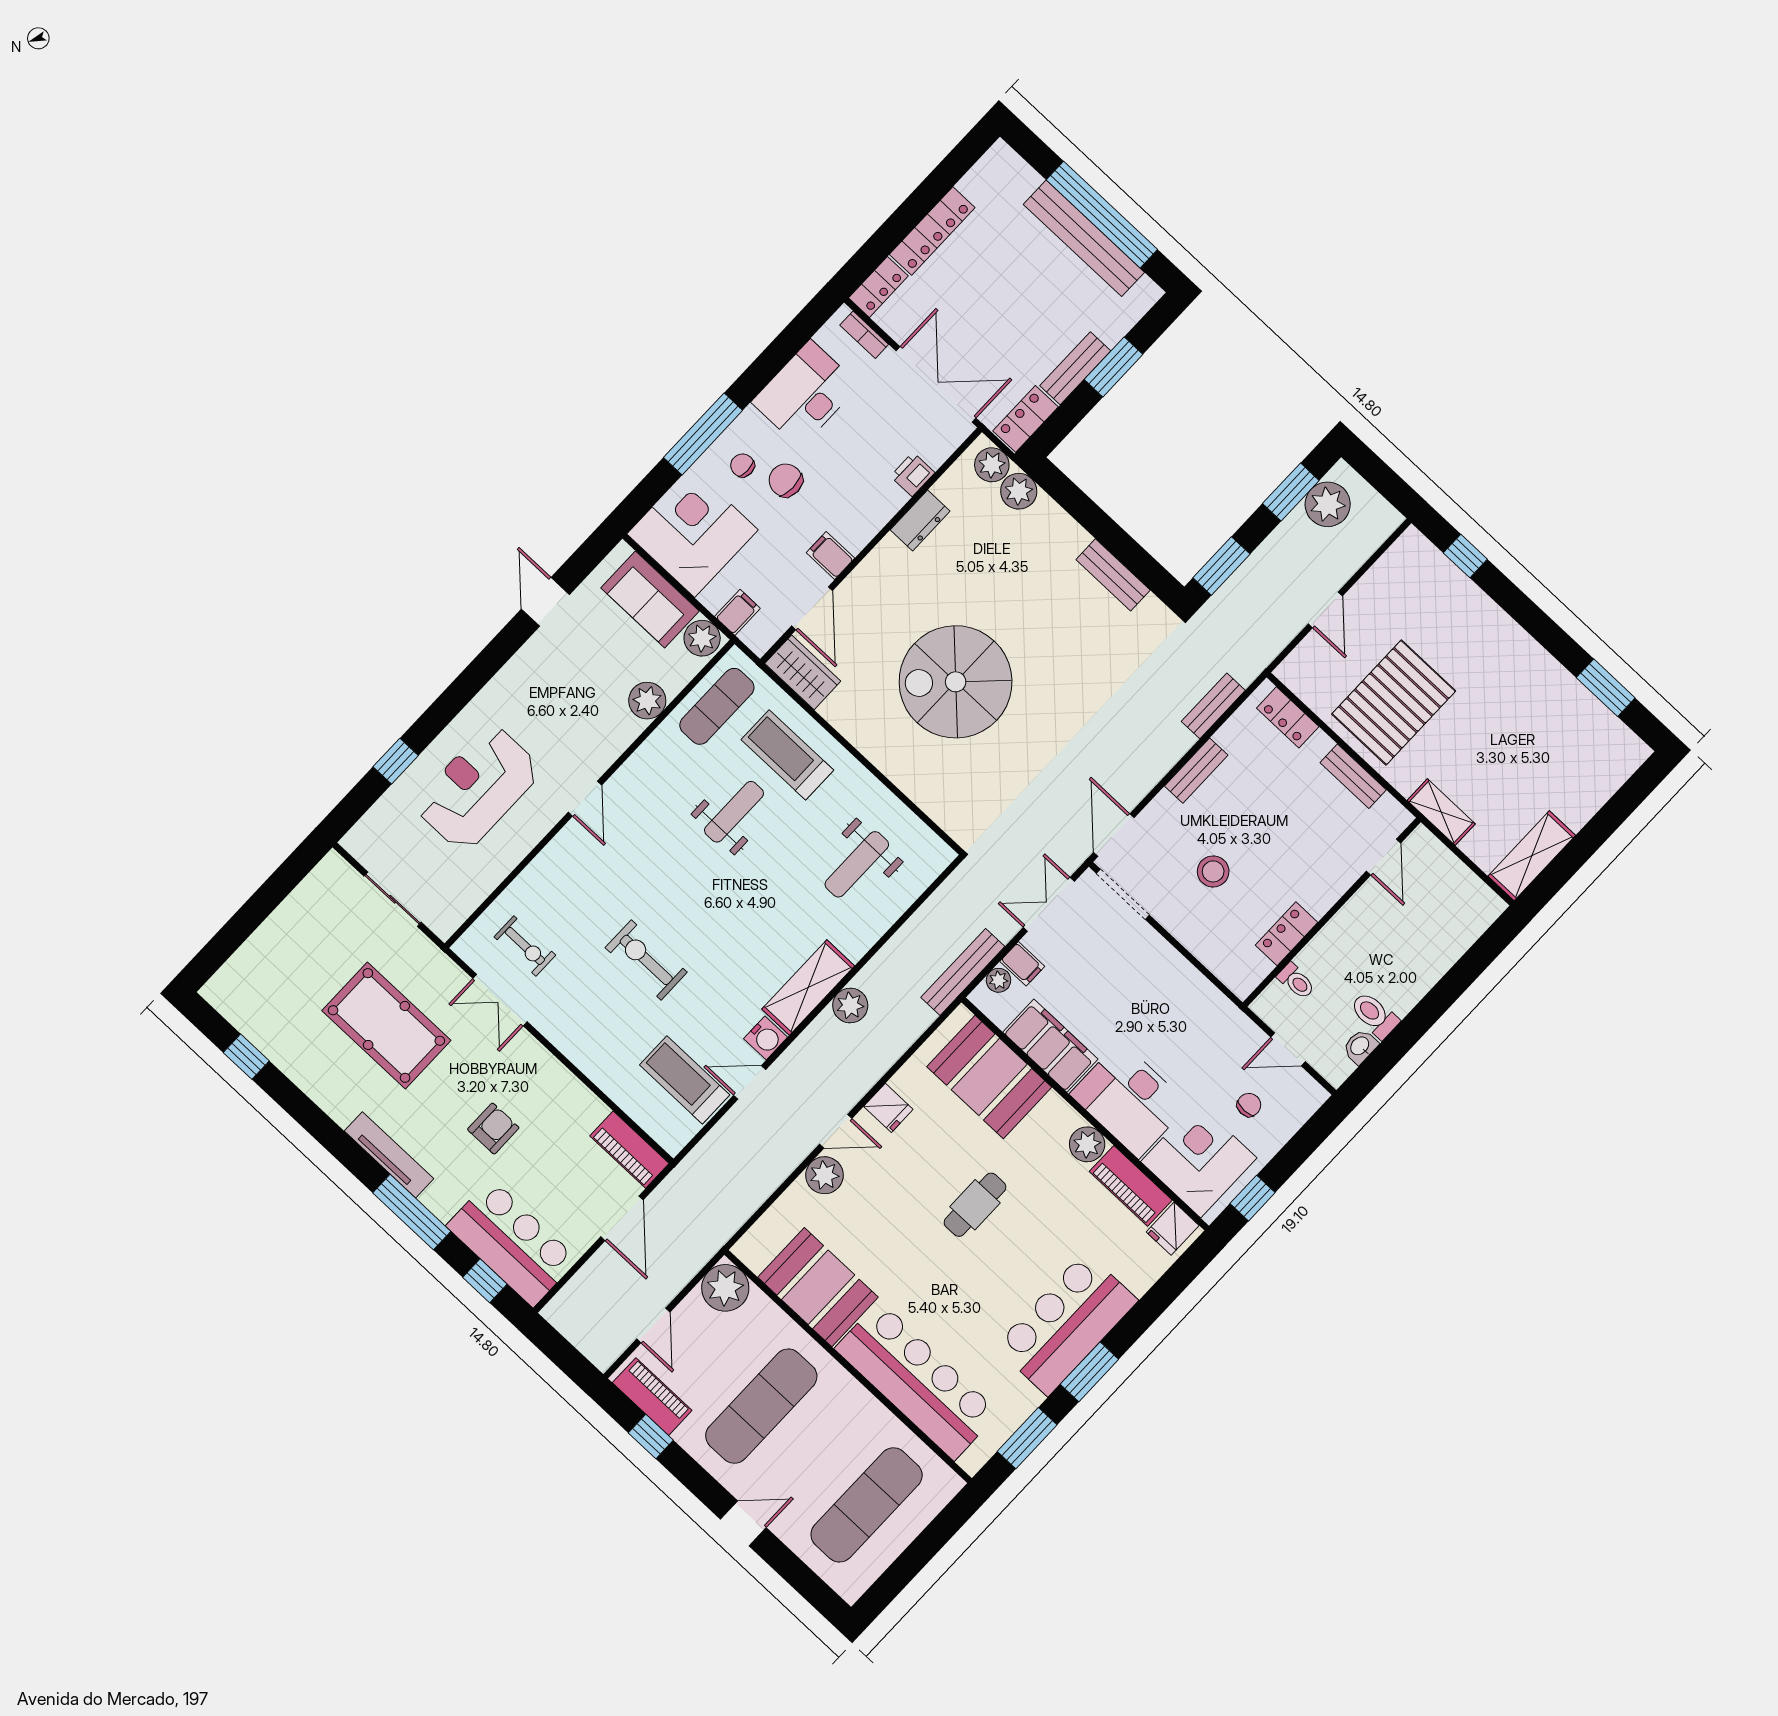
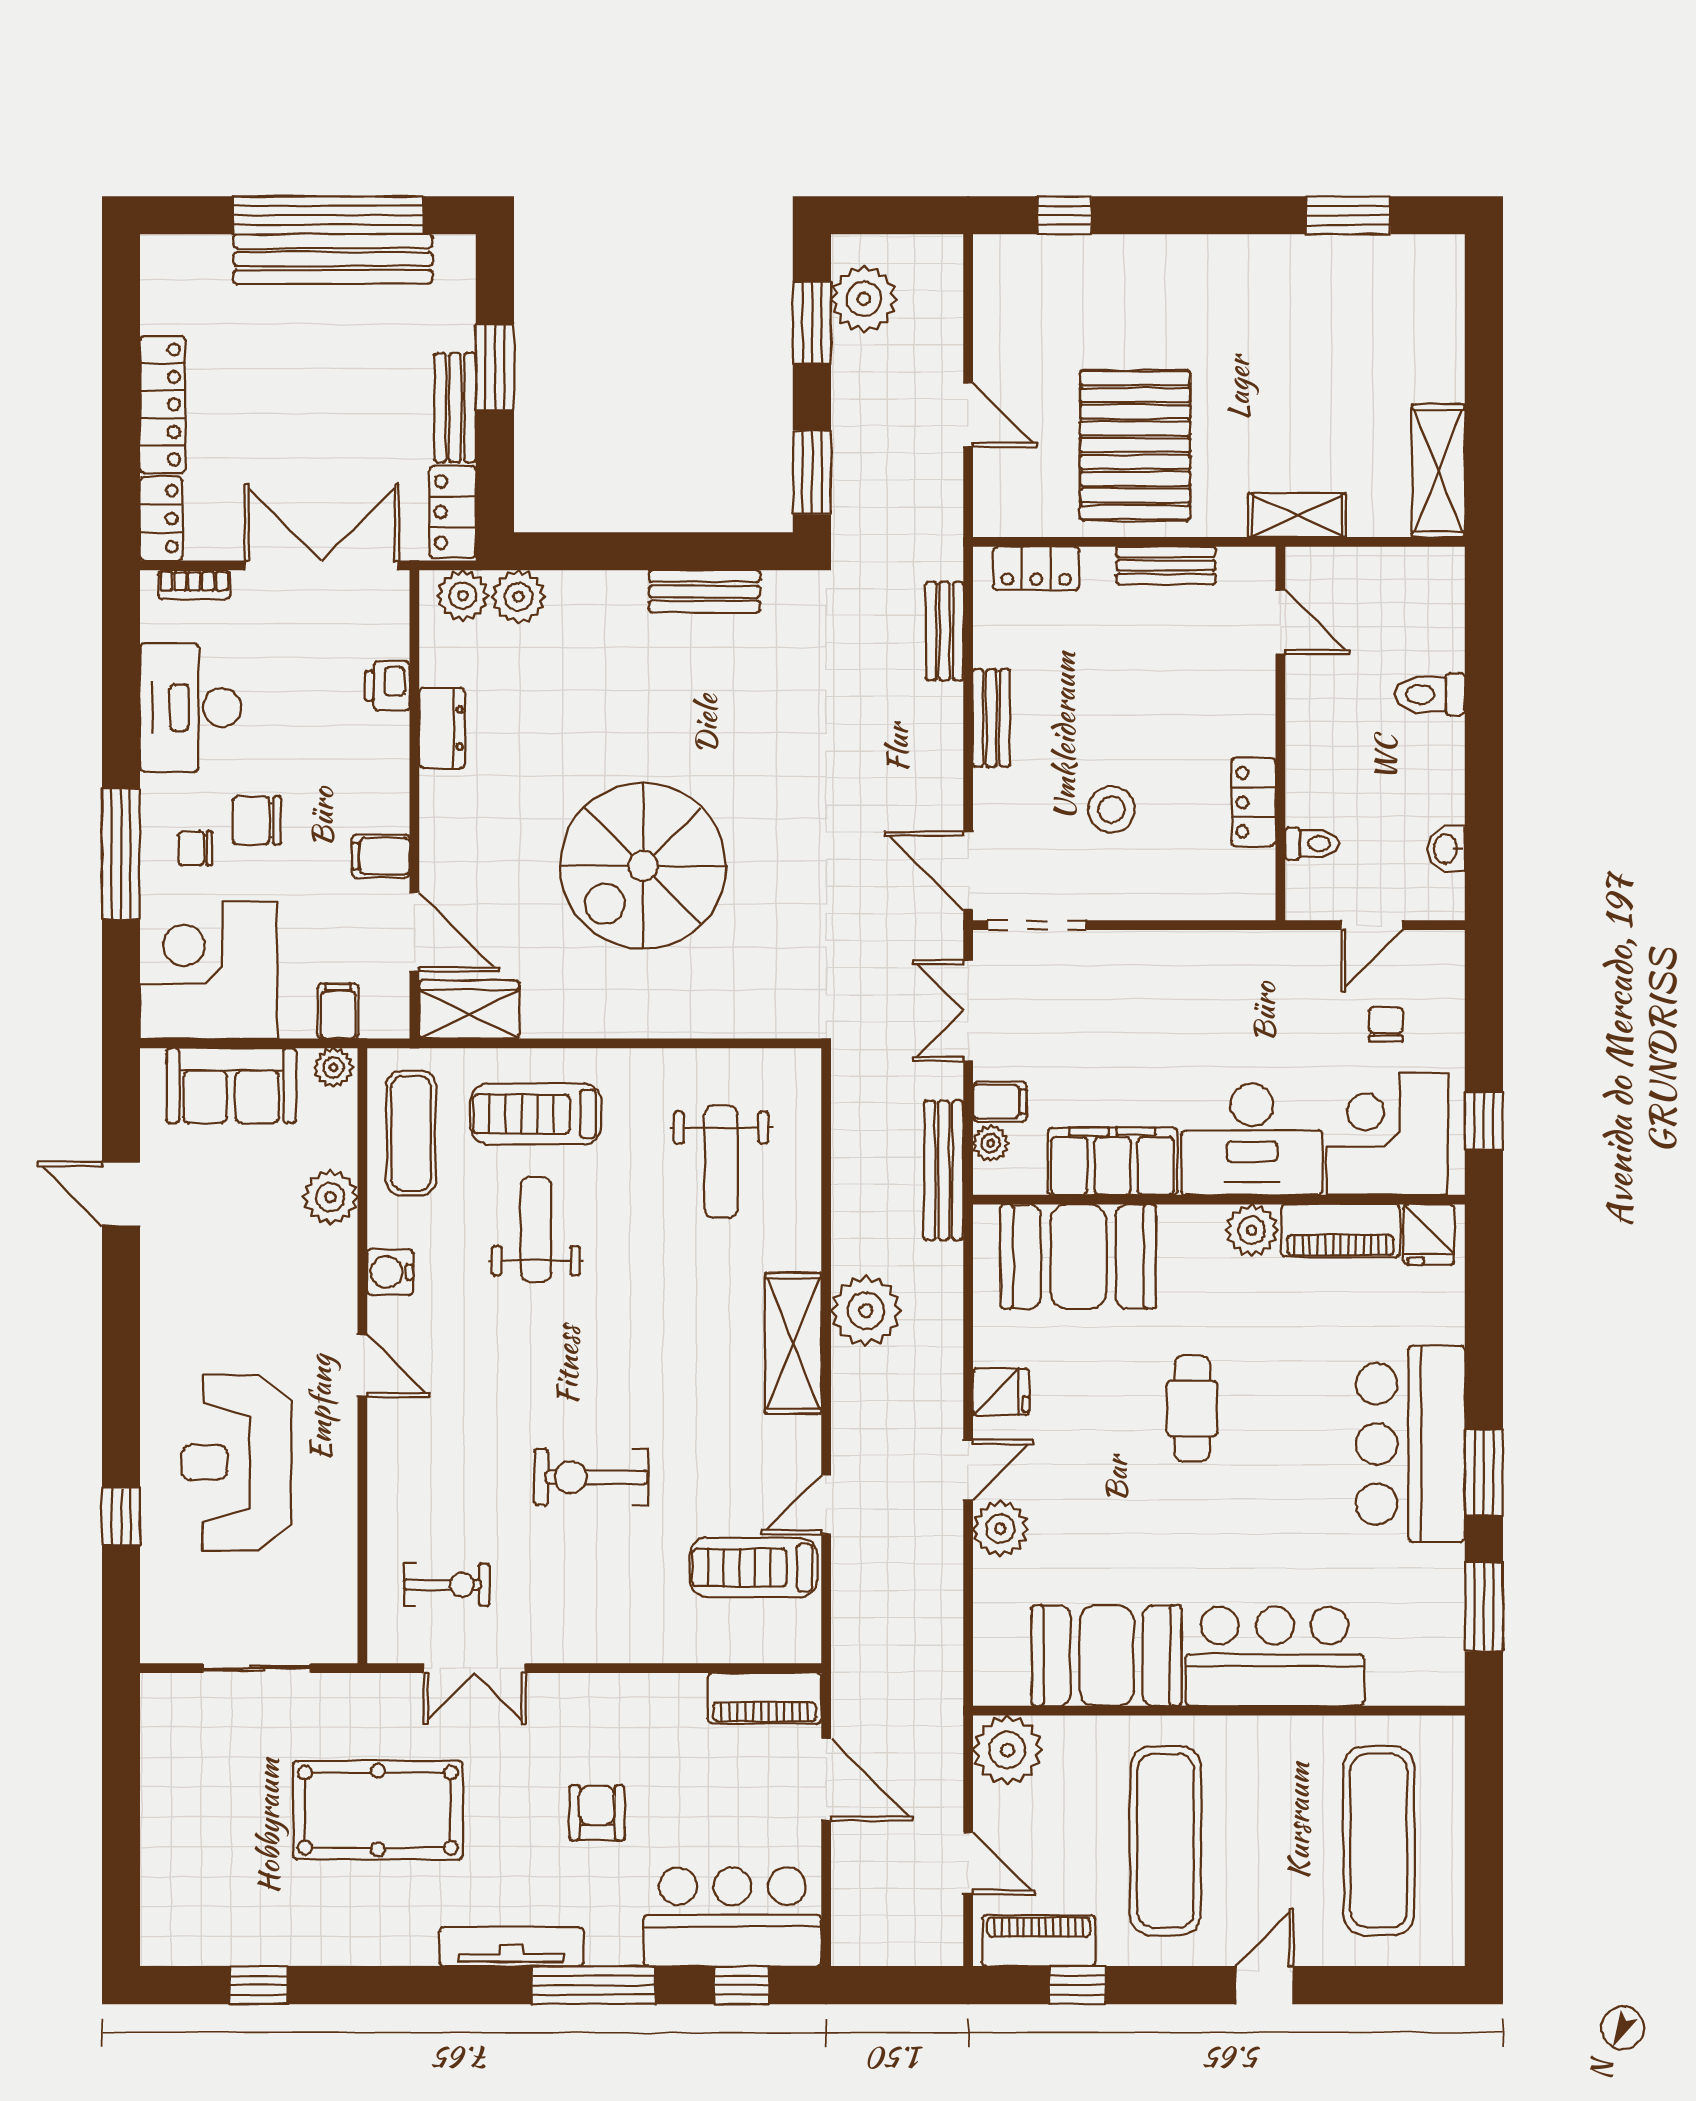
plant: (702, 638) -> (333, 1067), width x0.73, depth x0.73
plant: (850, 1005) -> (866, 1311), width x1.36, depth x1.36
toilet: (1374, 1015) -> (1430, 694), moved
water cooler: (766, 1038) -> (390, 1272), moved, turned 180
bar counter: (917, 1381) -> (1275, 1656), width x0.73

